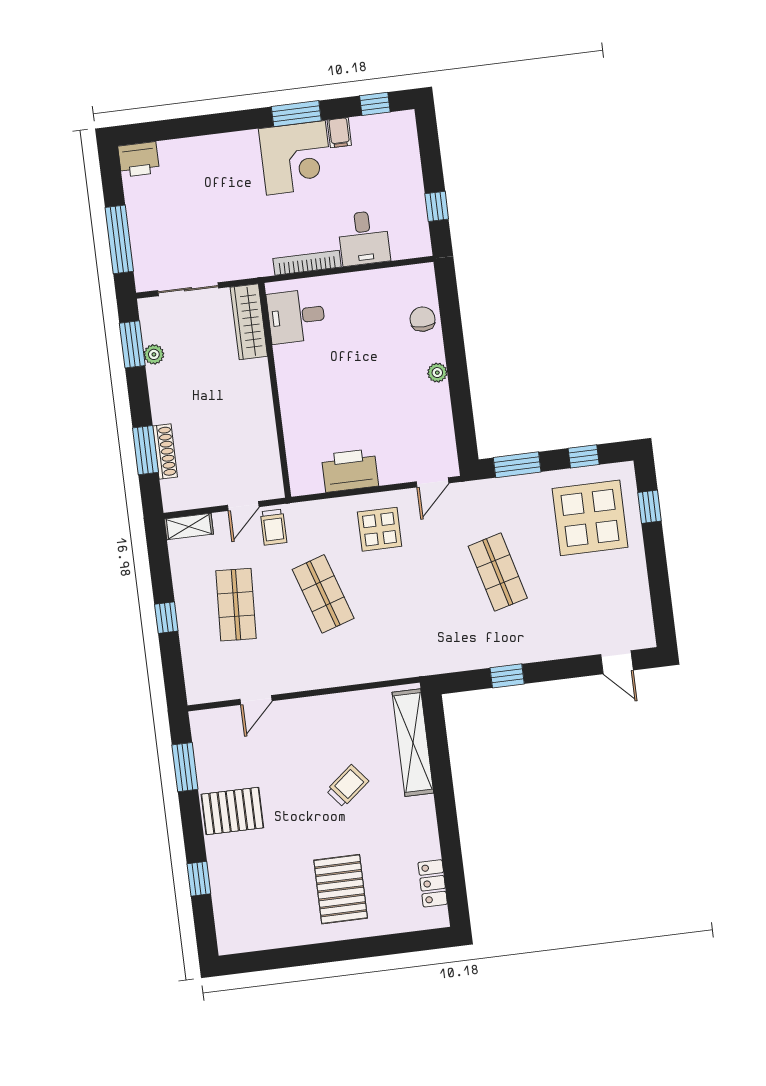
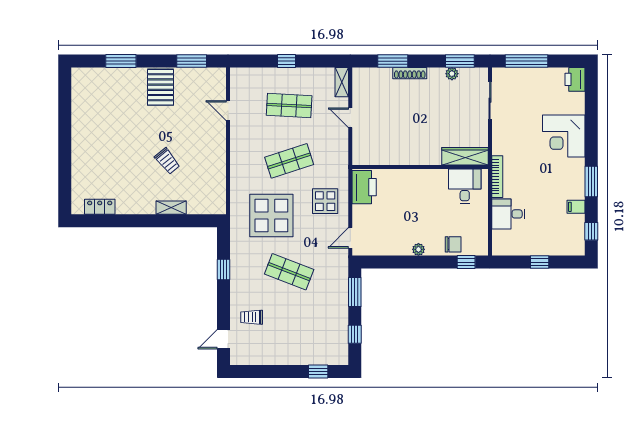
corner desk: (296, 158) -> (564, 136), moved
window: (437, 206) -> (540, 262), moved
window: (448, 295) -> (466, 262), added
desk: (296, 316) -> (465, 186), moved
wardrobe: (249, 322) -> (465, 156), moved
wall: (275, 390) -> (420, 167), moved
shoe rack: (165, 451) -> (410, 73), moved
door: (433, 482) -> (350, 238), hinge flipped
display table: (590, 518) -> (271, 215), moved
trolley: (274, 527) -> (252, 317), moved
shop shelf: (498, 572) -> (289, 272), turned 36
shelving: (413, 743) -> (171, 208), width x0.45, depth x0.75
window: (199, 879) -> (121, 61), width x1.50
pallet: (341, 889) -> (103, 149), removed

